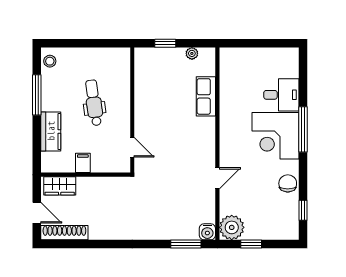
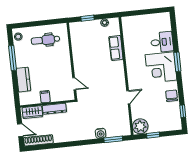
dental chair: (94, 103) -> (45, 40), moved, turned -82
window: (303, 129) -> (177, 62), width x0.69
dresser: (96, 184) -> (54, 109), added
water cooler: (207, 232) -> (101, 133), moved

